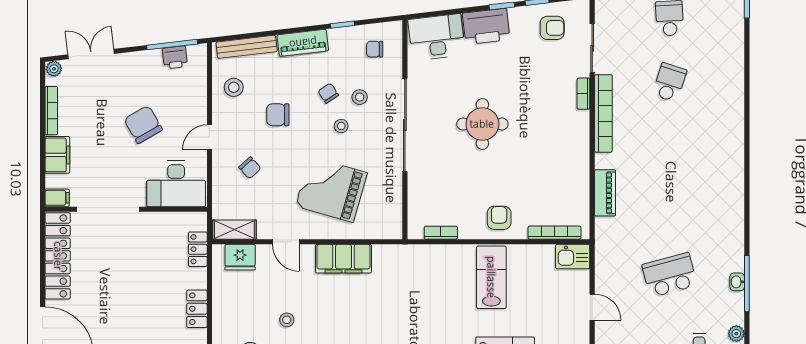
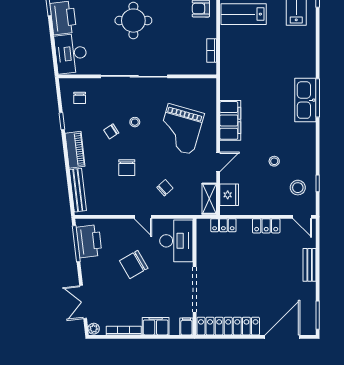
printer: (175, 57) -> (89, 241), width x1.87, depth x1.48
stool: (234, 87) -> (107, 199), removed
stool: (360, 97) -> (114, 109), removed

